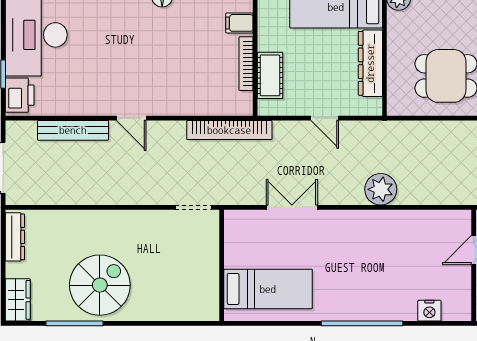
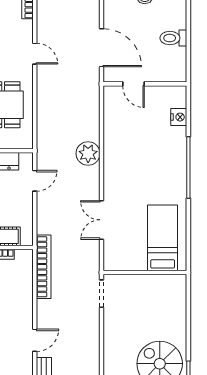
door: (325, 118) -> (35, 181), moved

